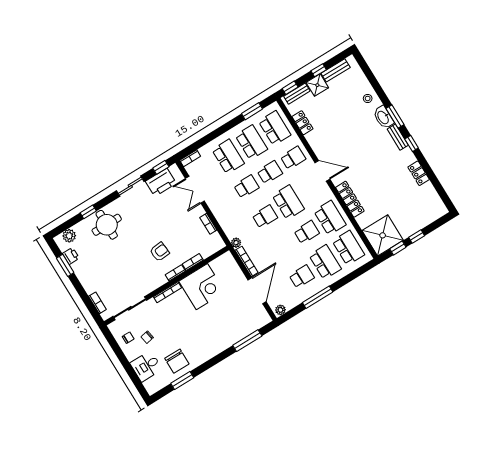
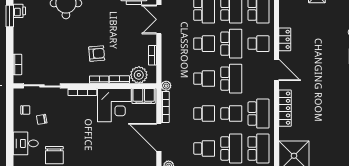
locker: (302, 123) -> (285, 39), moved
school desk: (270, 172) -> (231, 44), width x1.85
school desk: (283, 246) -> (204, 114), added
plant: (207, 248) -> (139, 75), added
filing cabinet: (222, 263) -> (144, 96), added
door: (257, 291) -> (159, 137), swing flipped

